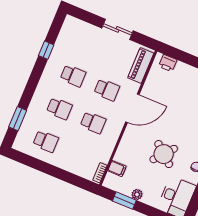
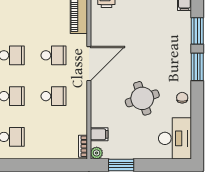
round table: (164, 154) -> (142, 98), turned 32
plant: (137, 194) -> (97, 153), moved

